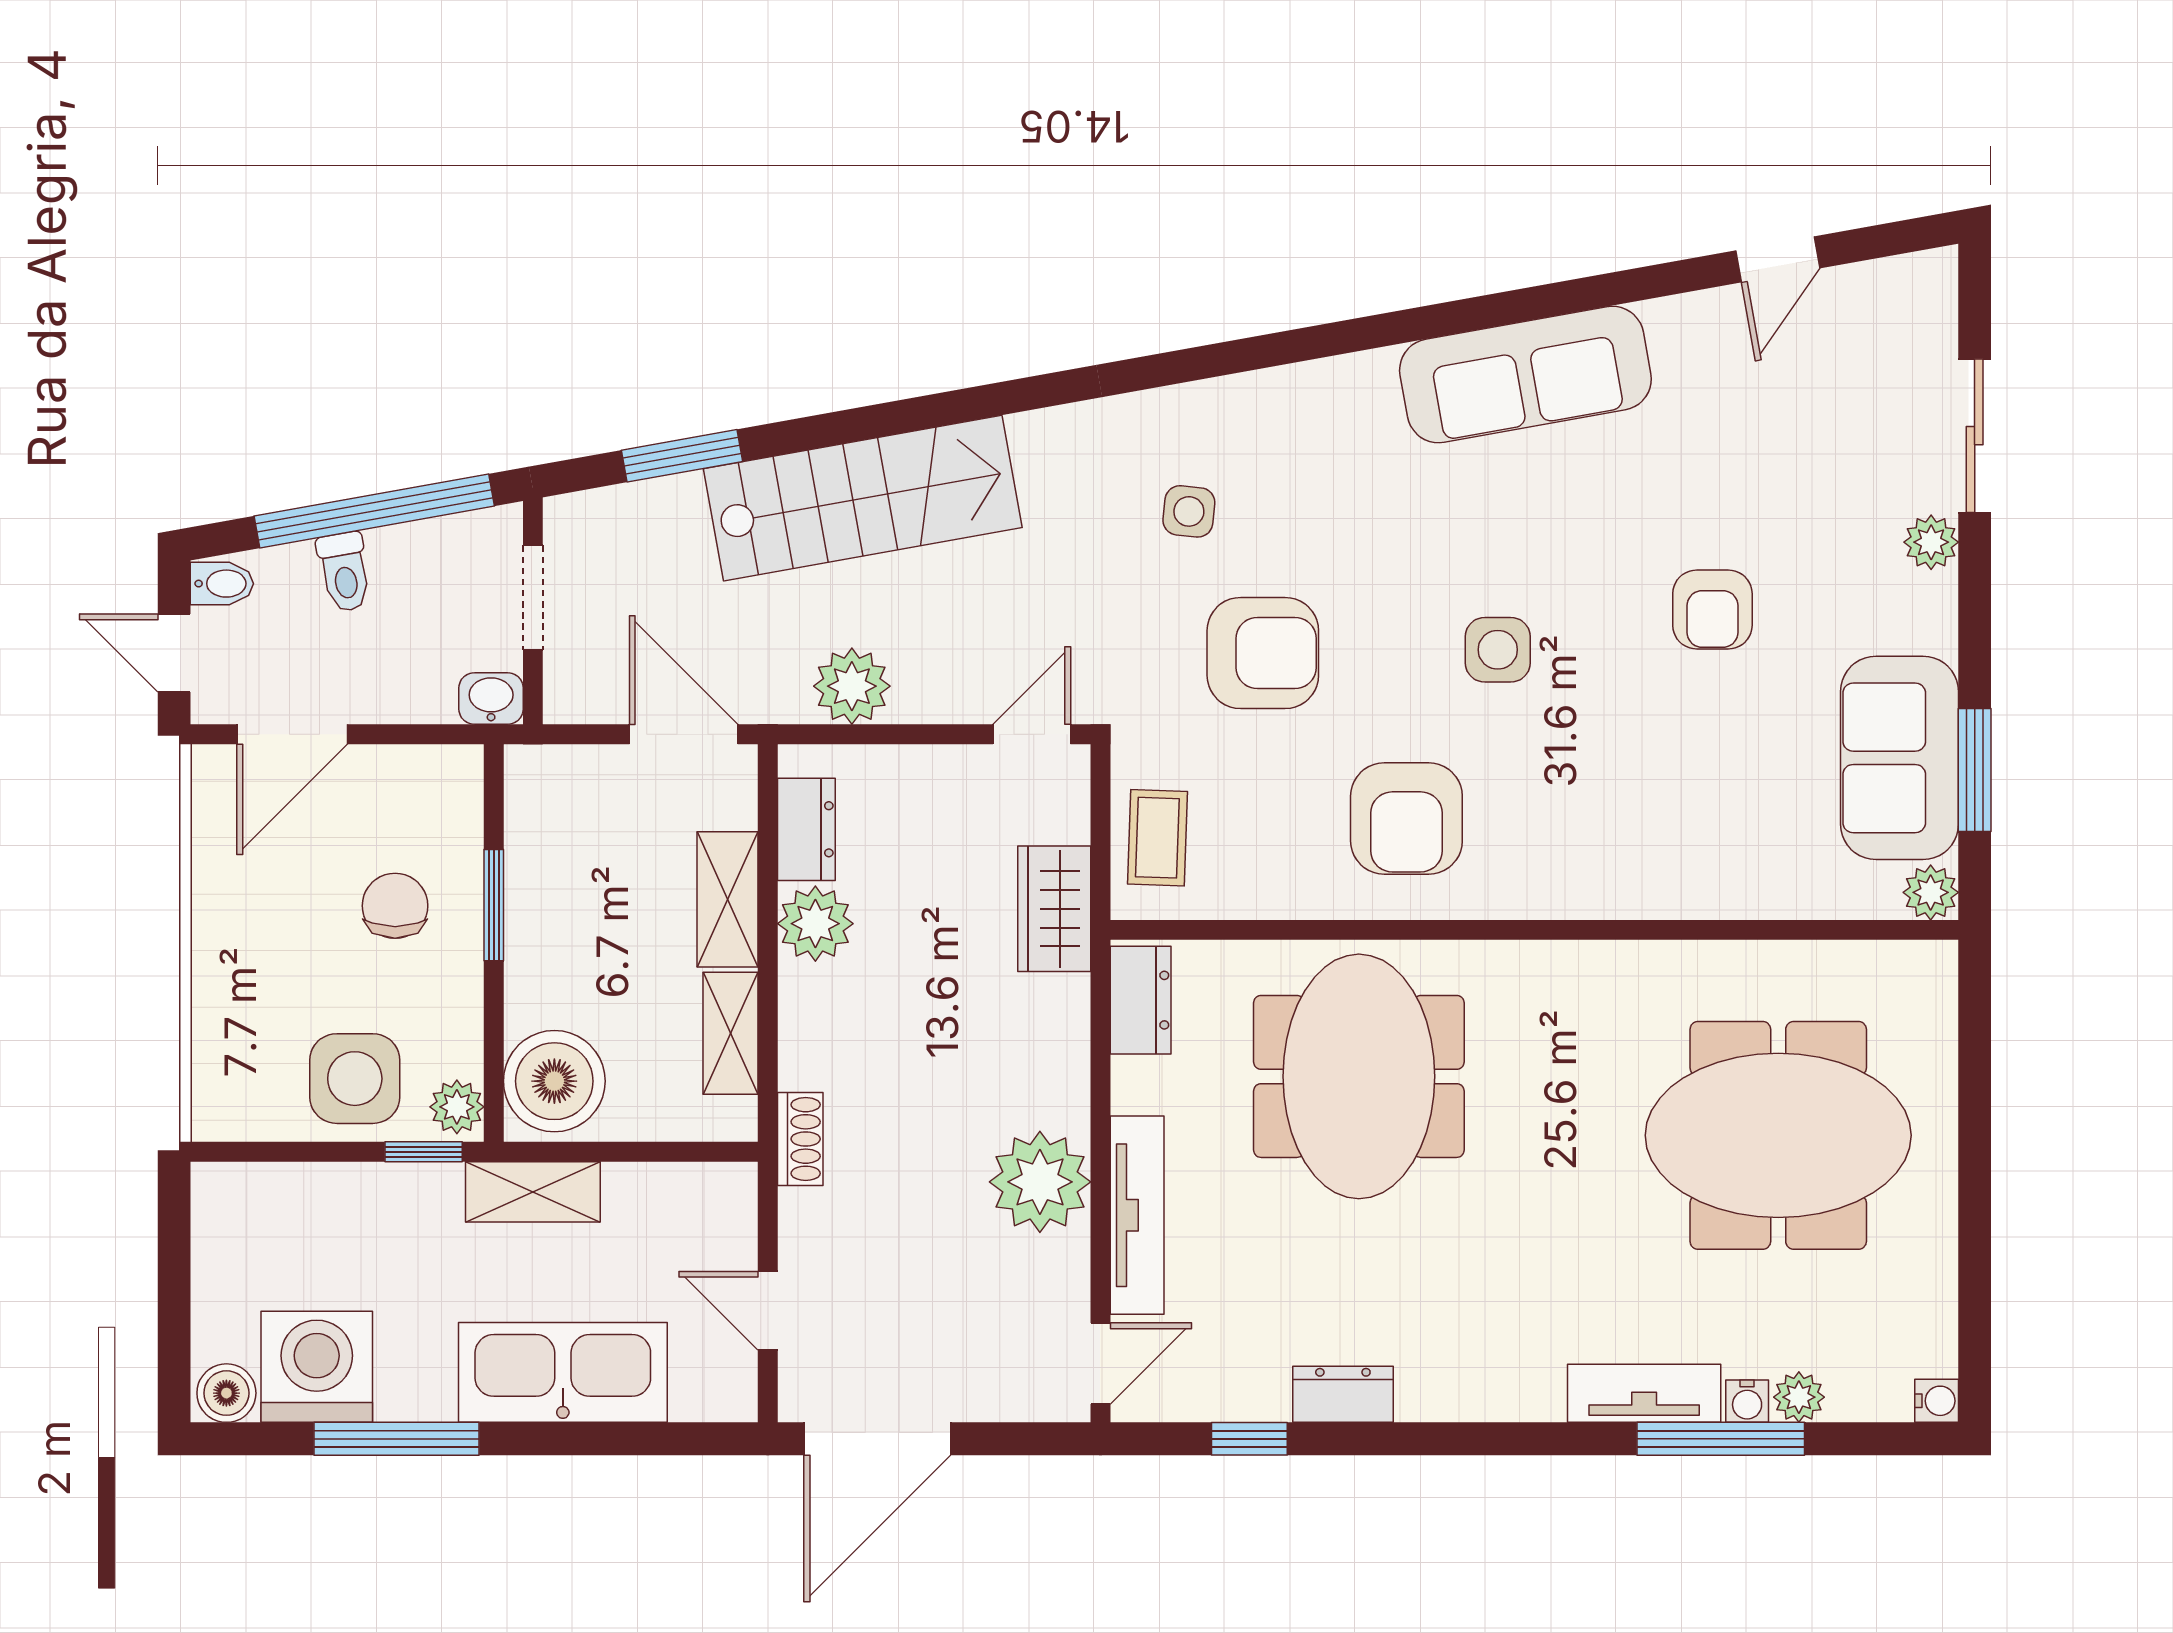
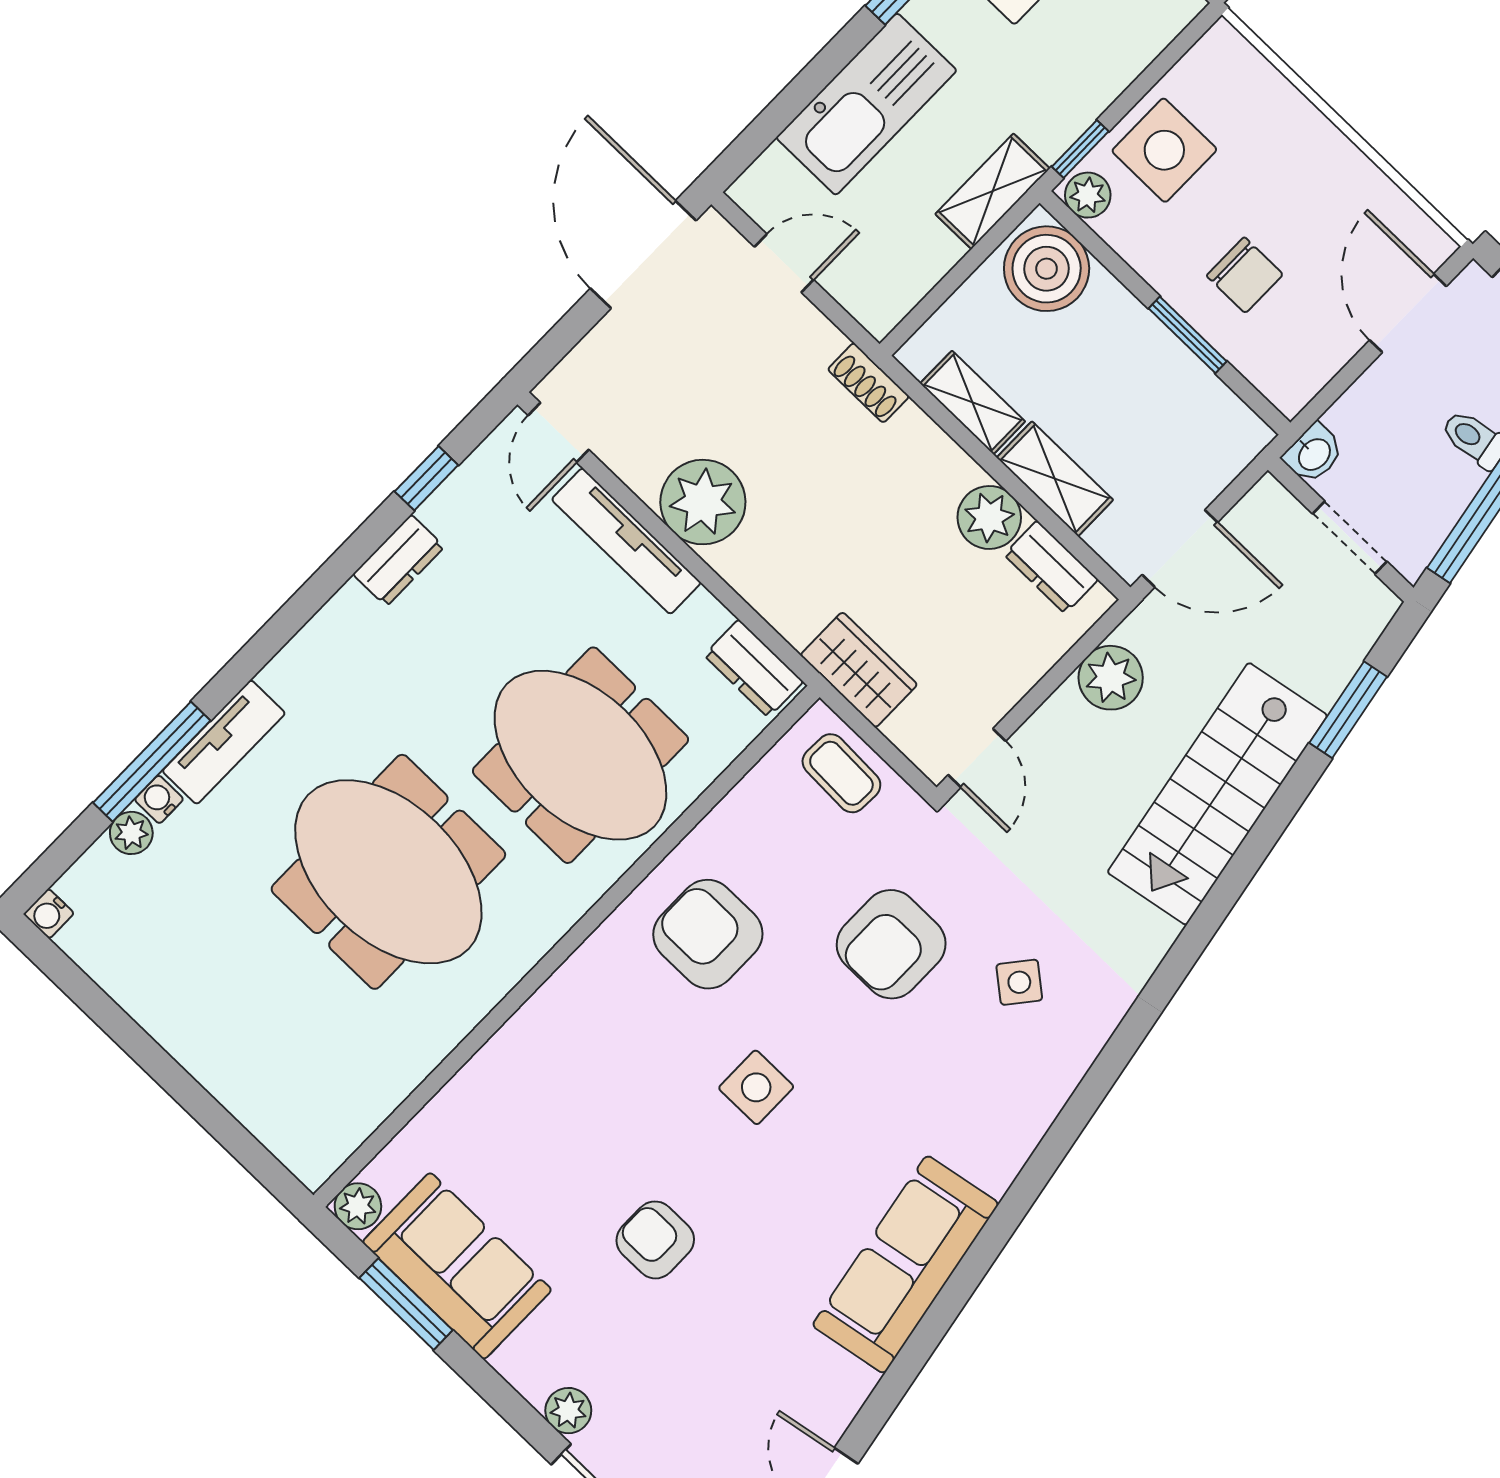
side table: (1189, 511) -> (1019, 982), turned 33
meeting table: (1778, 1135) -> (388, 872), moved, turned 90

